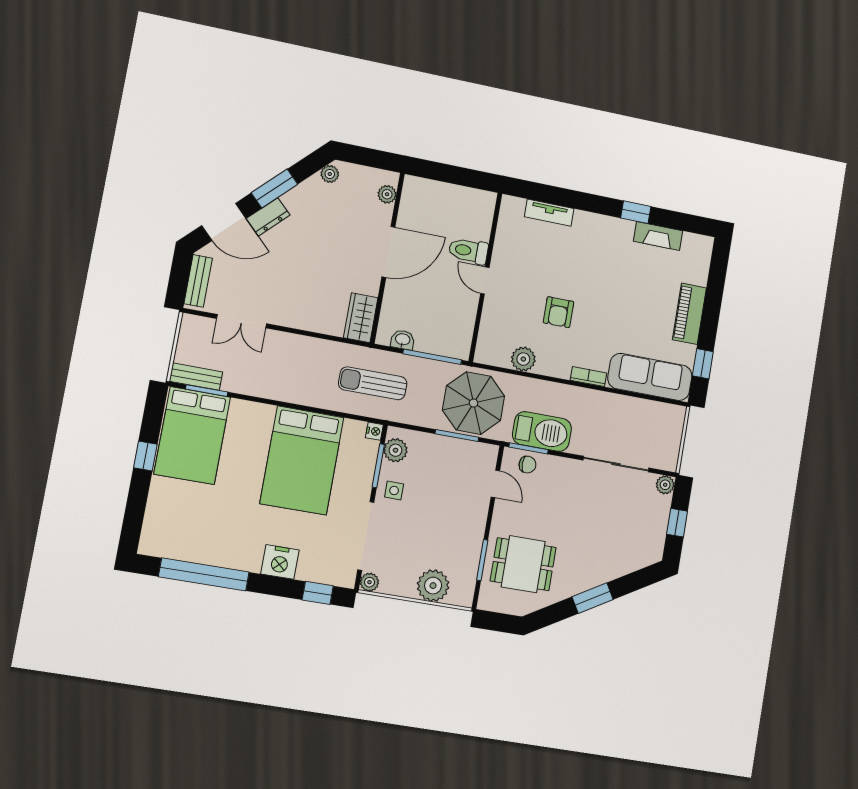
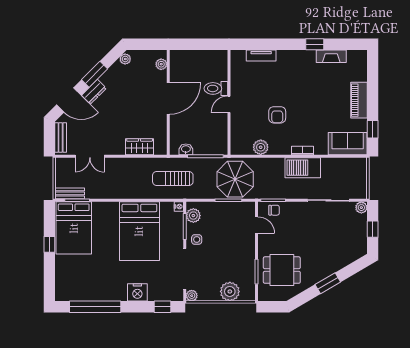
door: (485, 281) -> (229, 104), hinge flipped
wardrobe: (361, 318) -> (140, 147), moved, turned 90
sofa: (650, 377) -> (348, 144), width x0.73
barbecue: (542, 432) -> (303, 168), moved, turned 180

